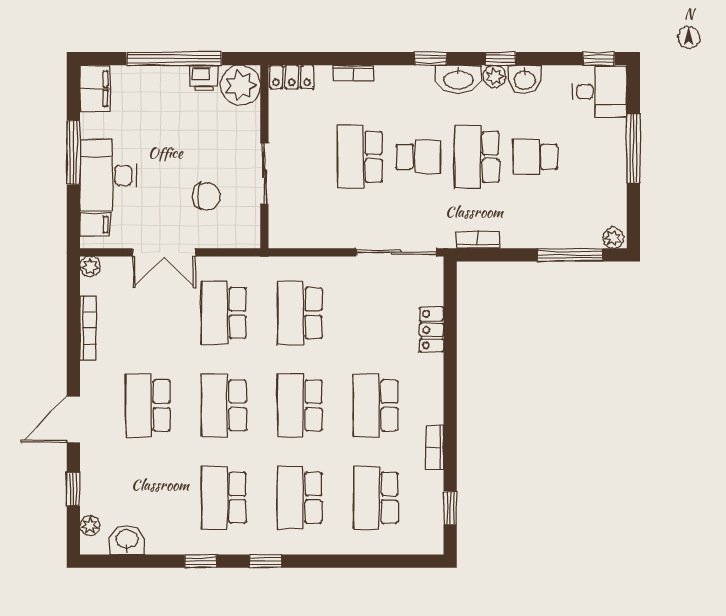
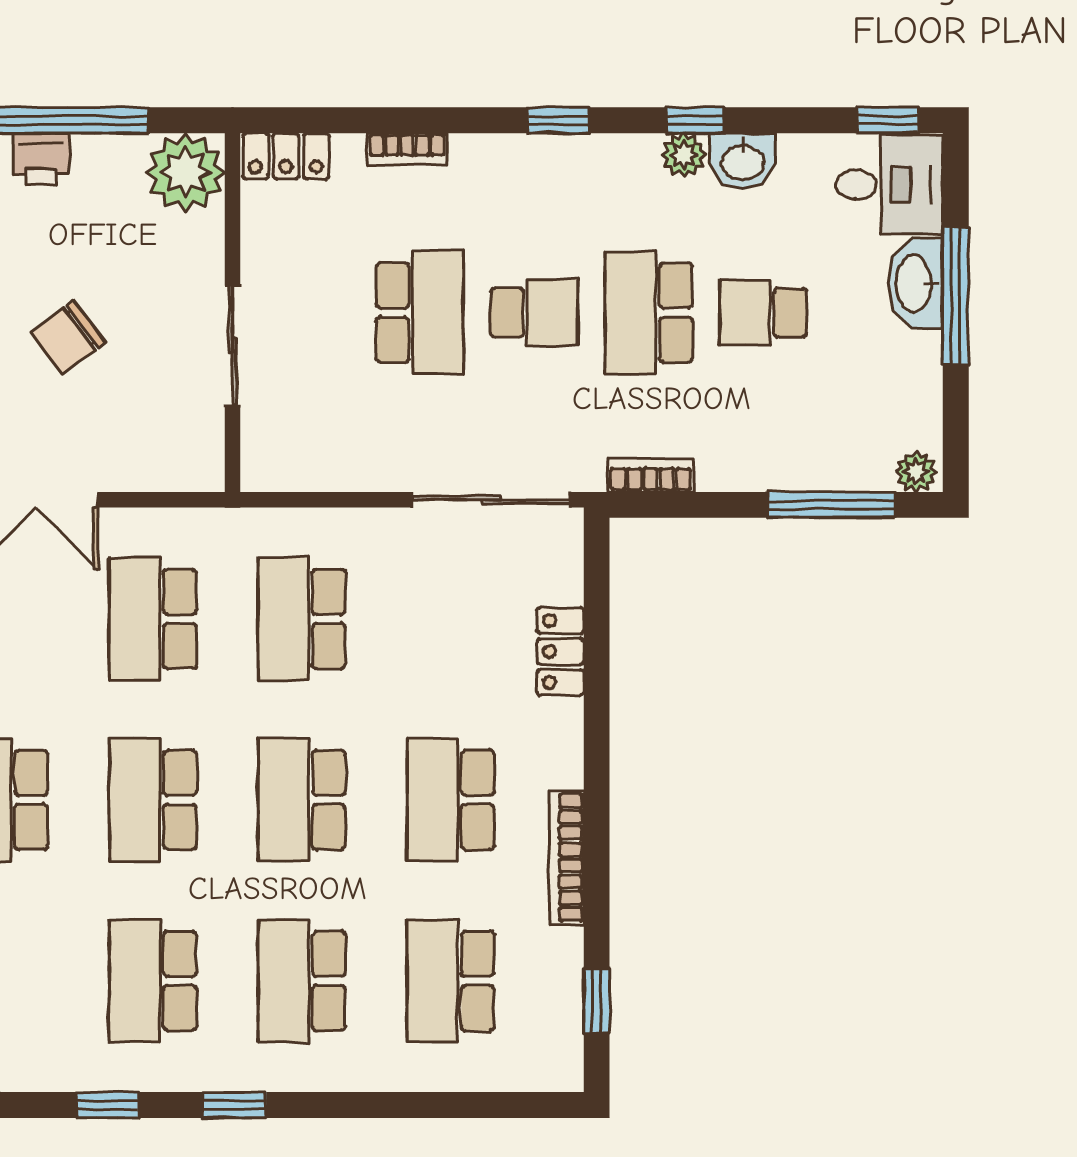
printer: (204, 78) -> (41, 159), moved
washbasin: (458, 79) -> (915, 283), moved, turned 90
school desk: (360, 157) -> (420, 313), turned 180
chair: (206, 196) -> (68, 337), moved, turned 143
bookcase: (435, 447) -> (567, 857), width x1.56

